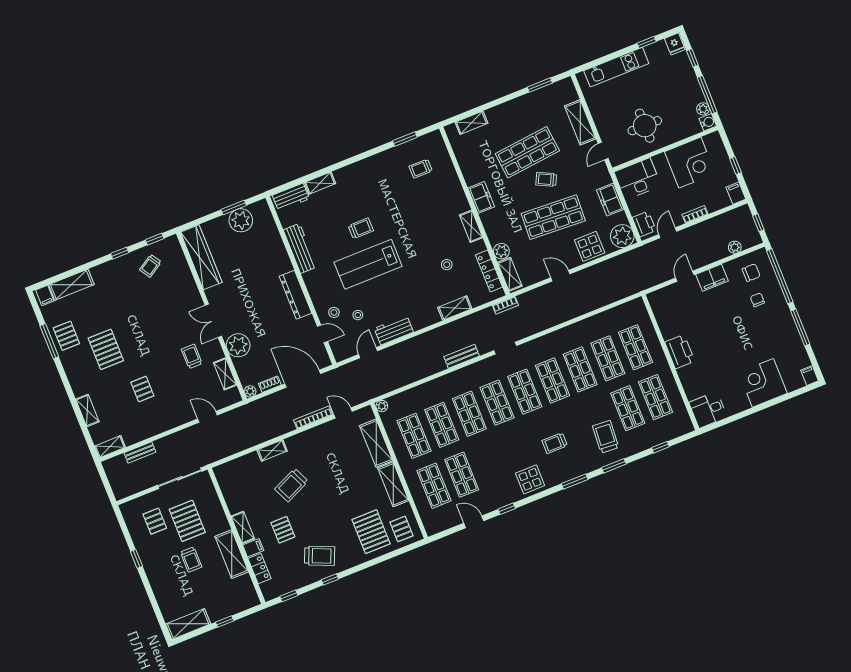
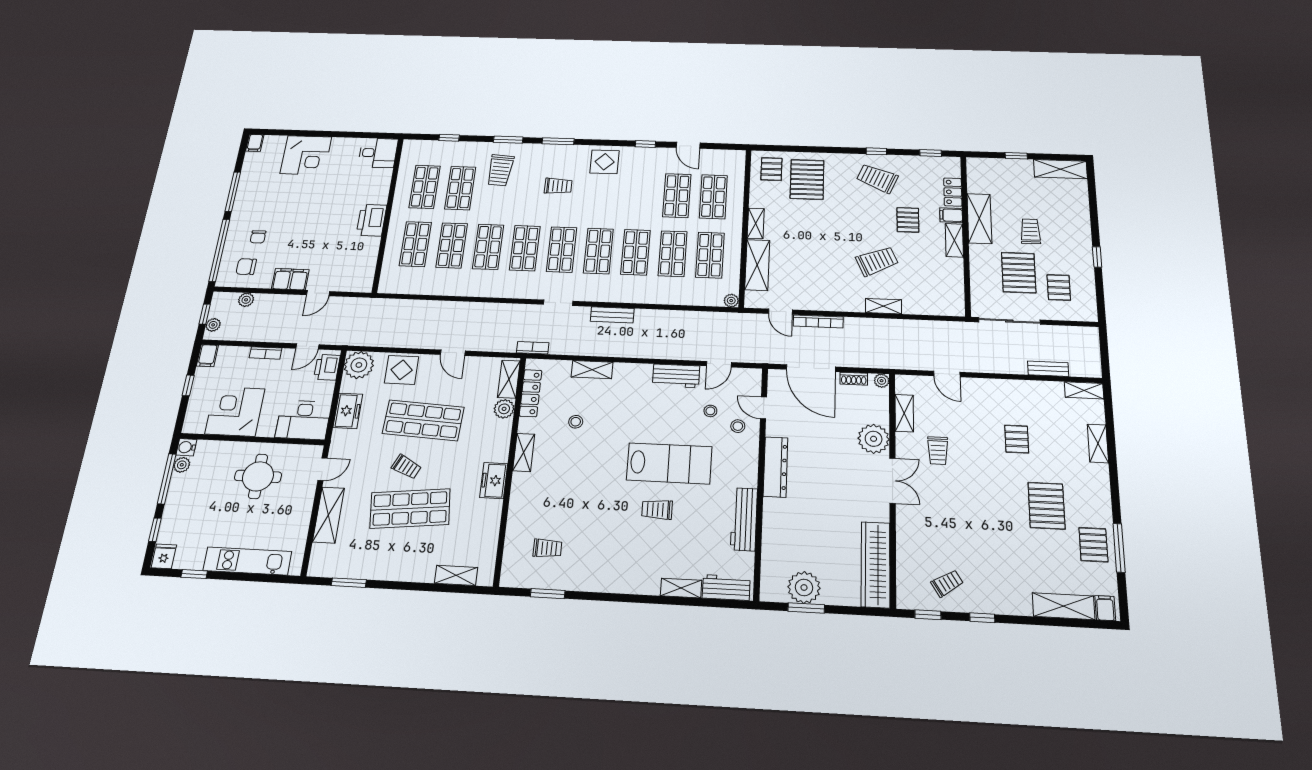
plant: (747, 217) -> (213, 325), added
shelving: (393, 484) -> (756, 223), width x0.67, depth x0.75

